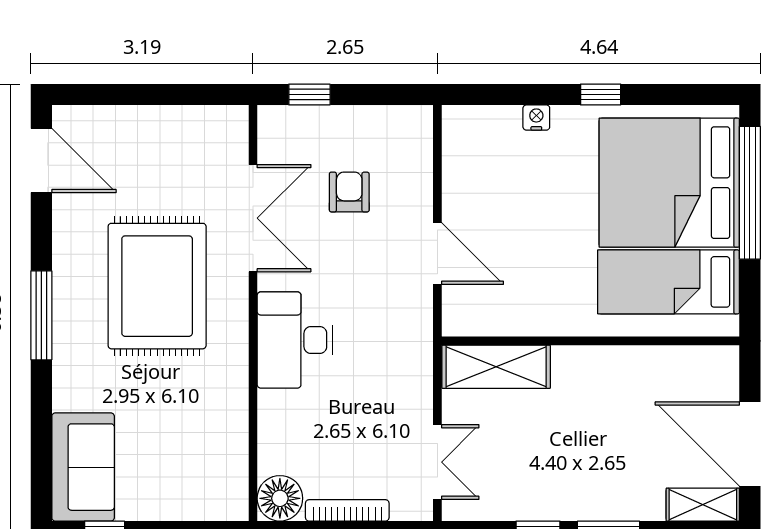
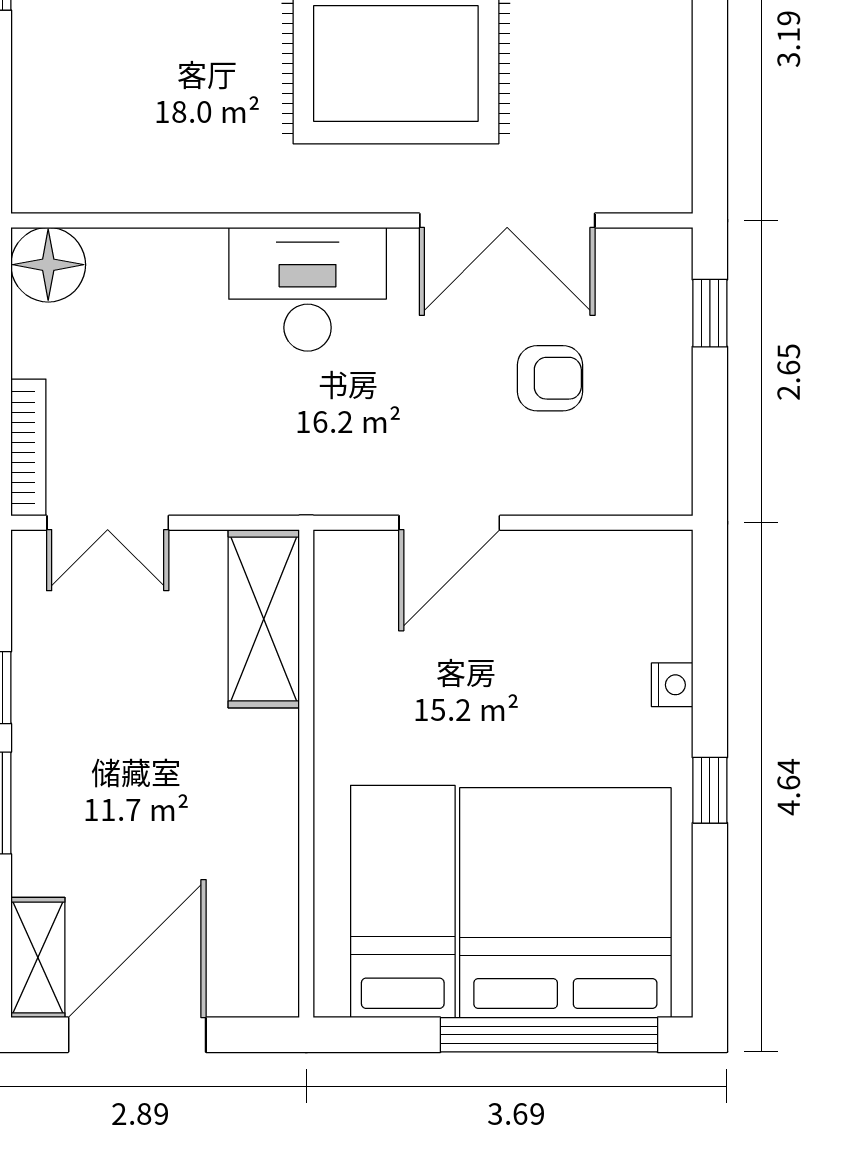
bookcase: (347, 510) -> (28, 447), moved

